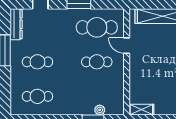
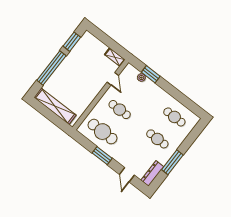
door: (127, 46) -> (113, 79), moved

